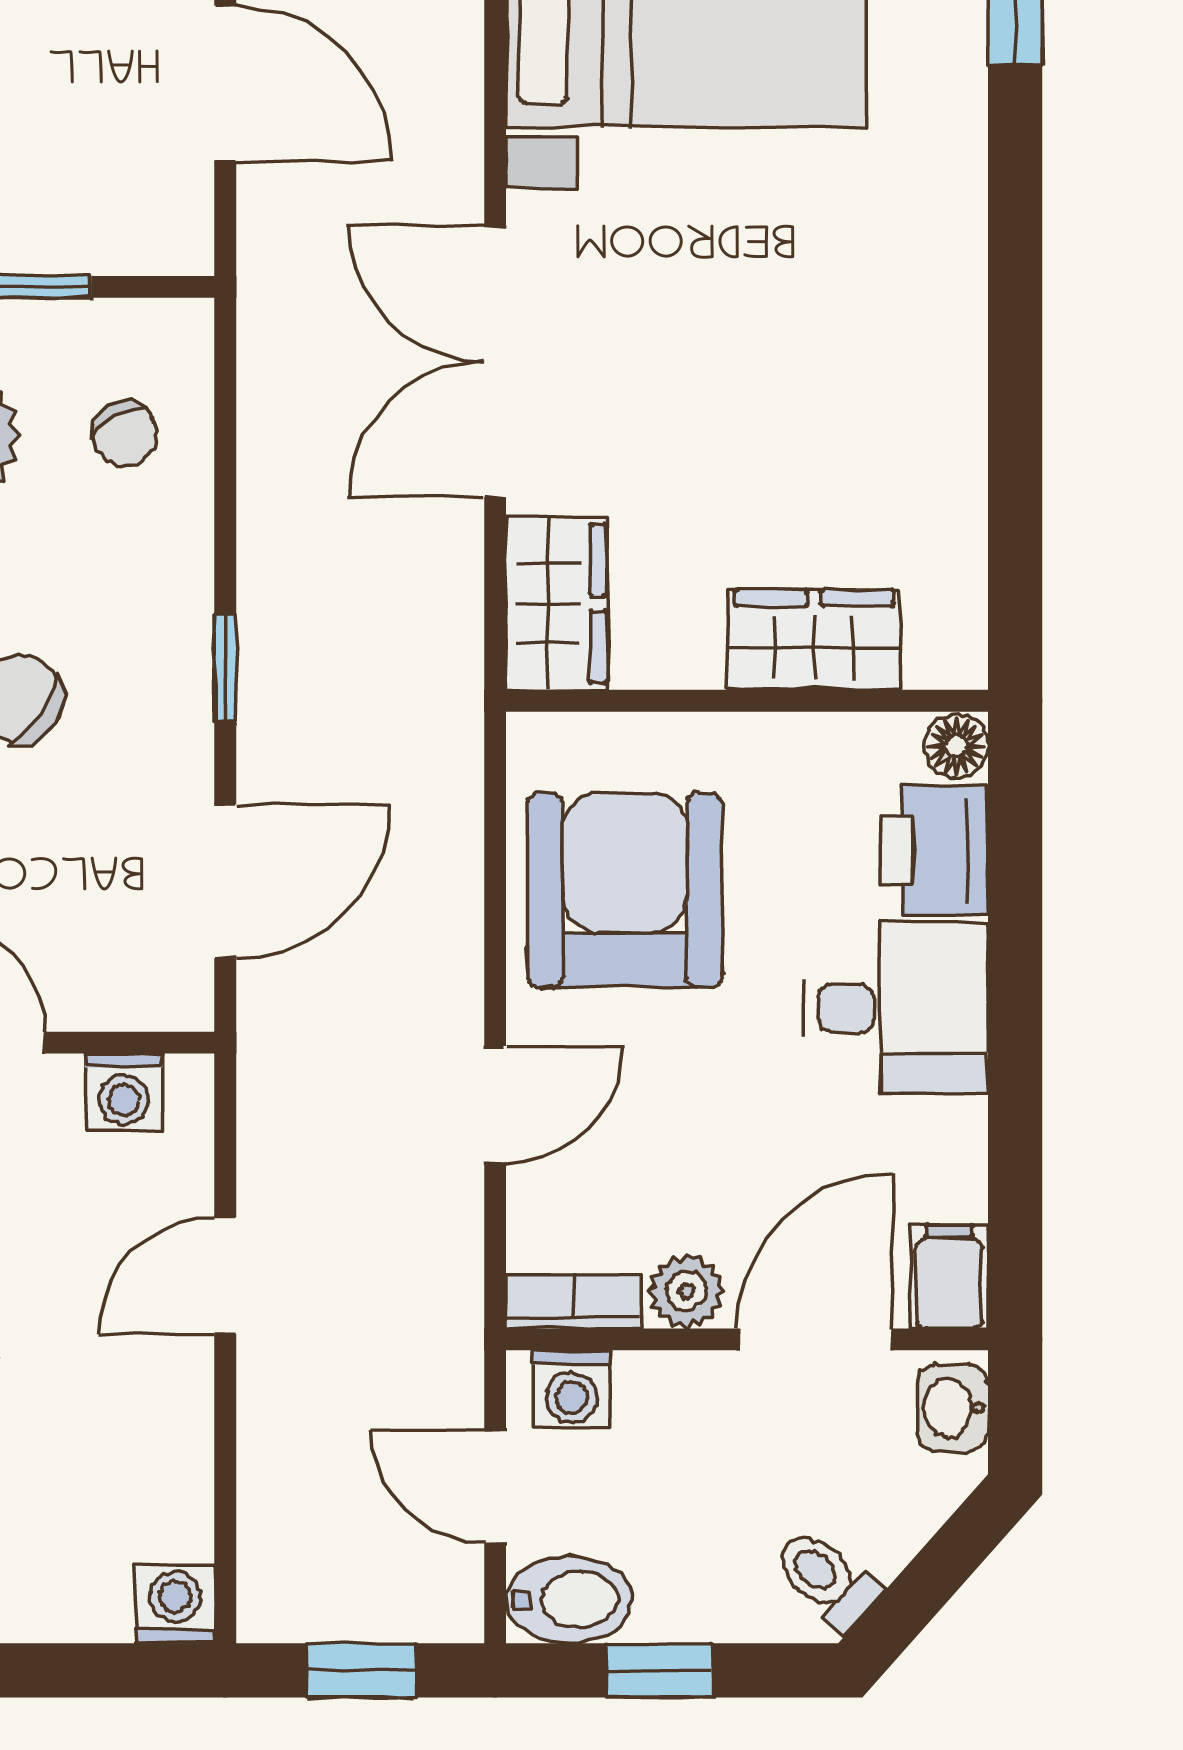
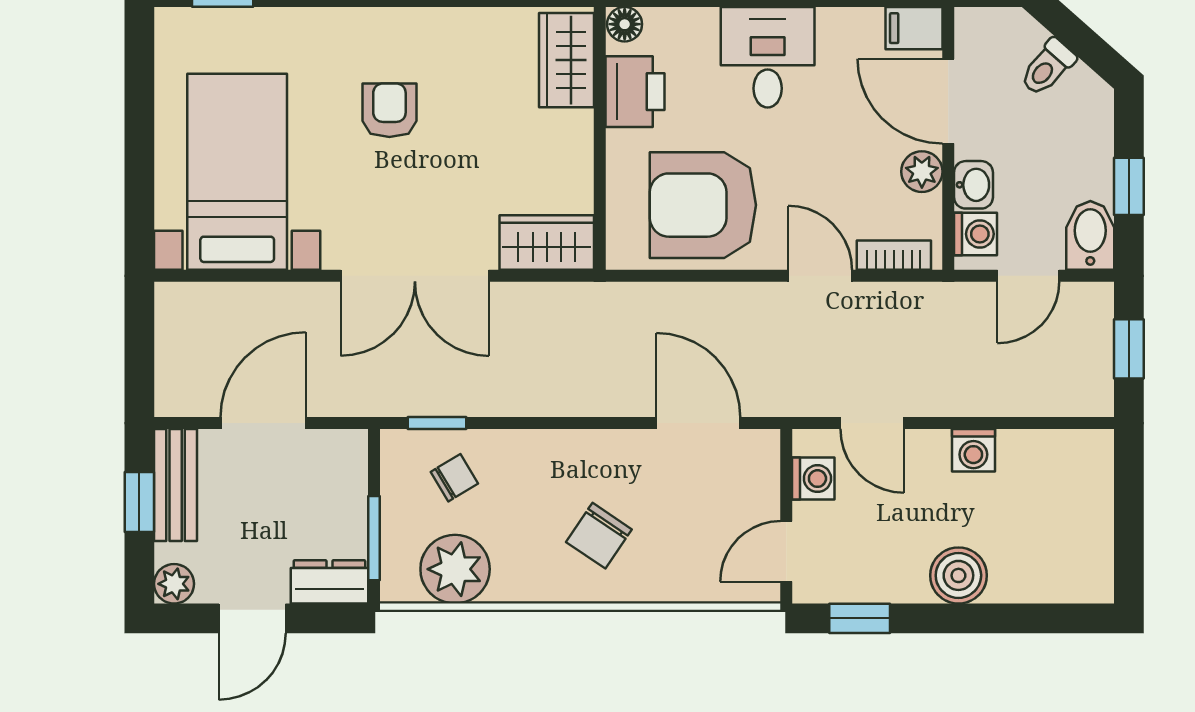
armchair: (799, 315) -> (389, 110), added
wardrobe: (814, 640) -> (567, 60), moved
window: (225, 667) -> (437, 423), moved
printer: (934, 850) -> (635, 92), moved, turned -90
door: (225, 1276) -> (872, 423), moved
bookcase: (574, 1302) -> (894, 255), moved, turned 90
washbasin: (953, 1408) -> (973, 185), moved, turned -90
toilet: (826, 1579) -> (1048, 67), moved
washing machine: (175, 1604) -> (973, 450), moved, turned -90

